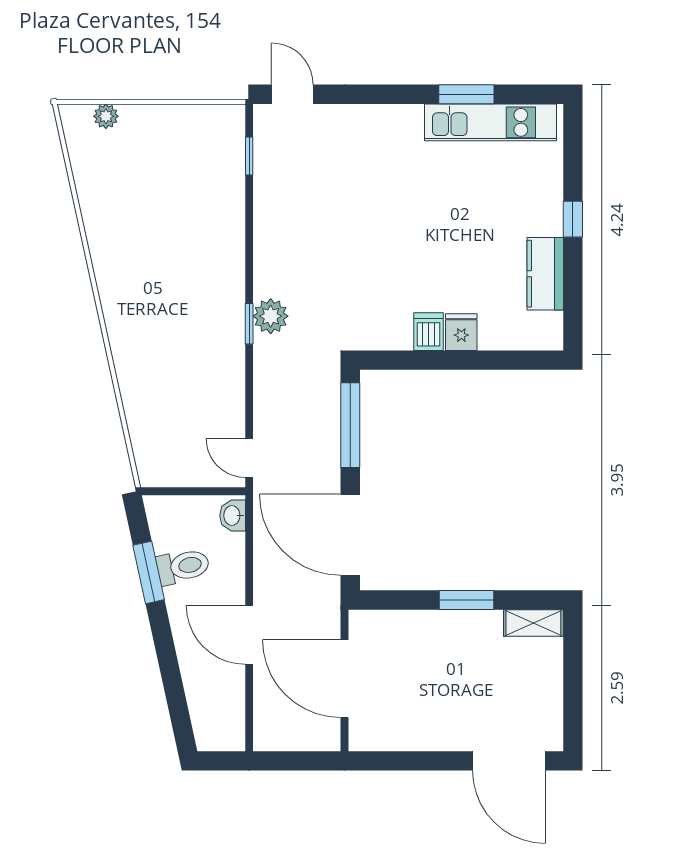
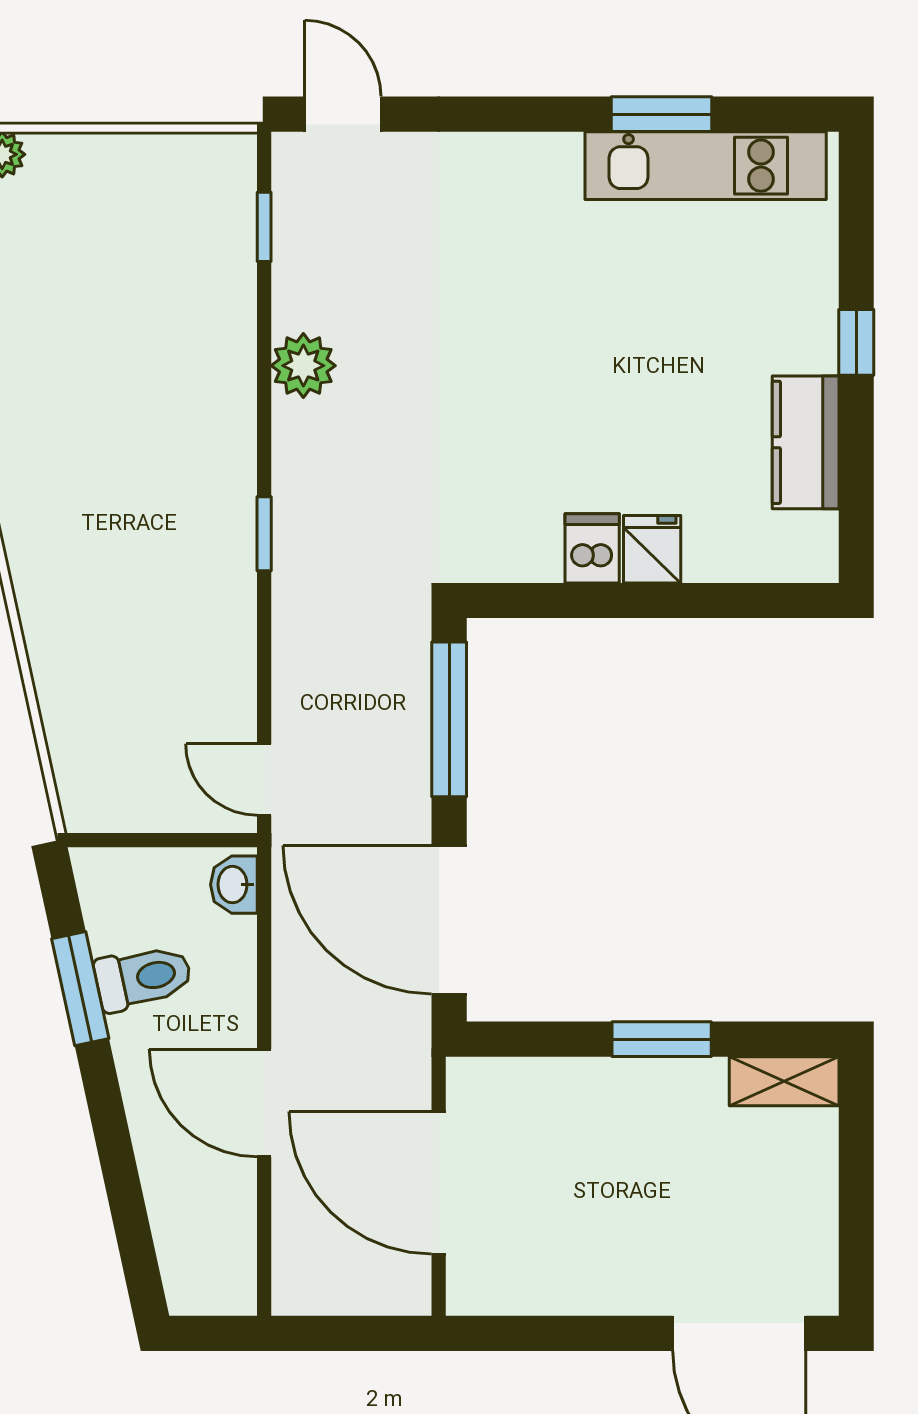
plant: (271, 316) -> (303, 366), moved

